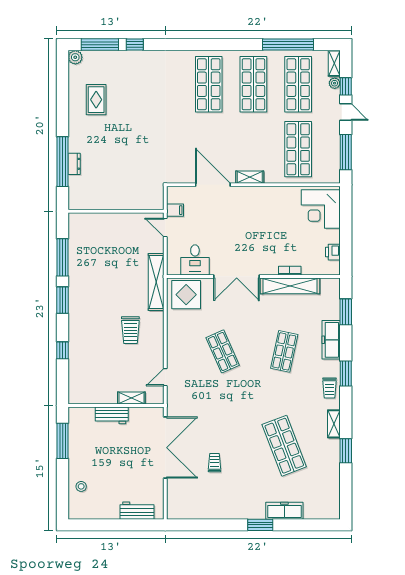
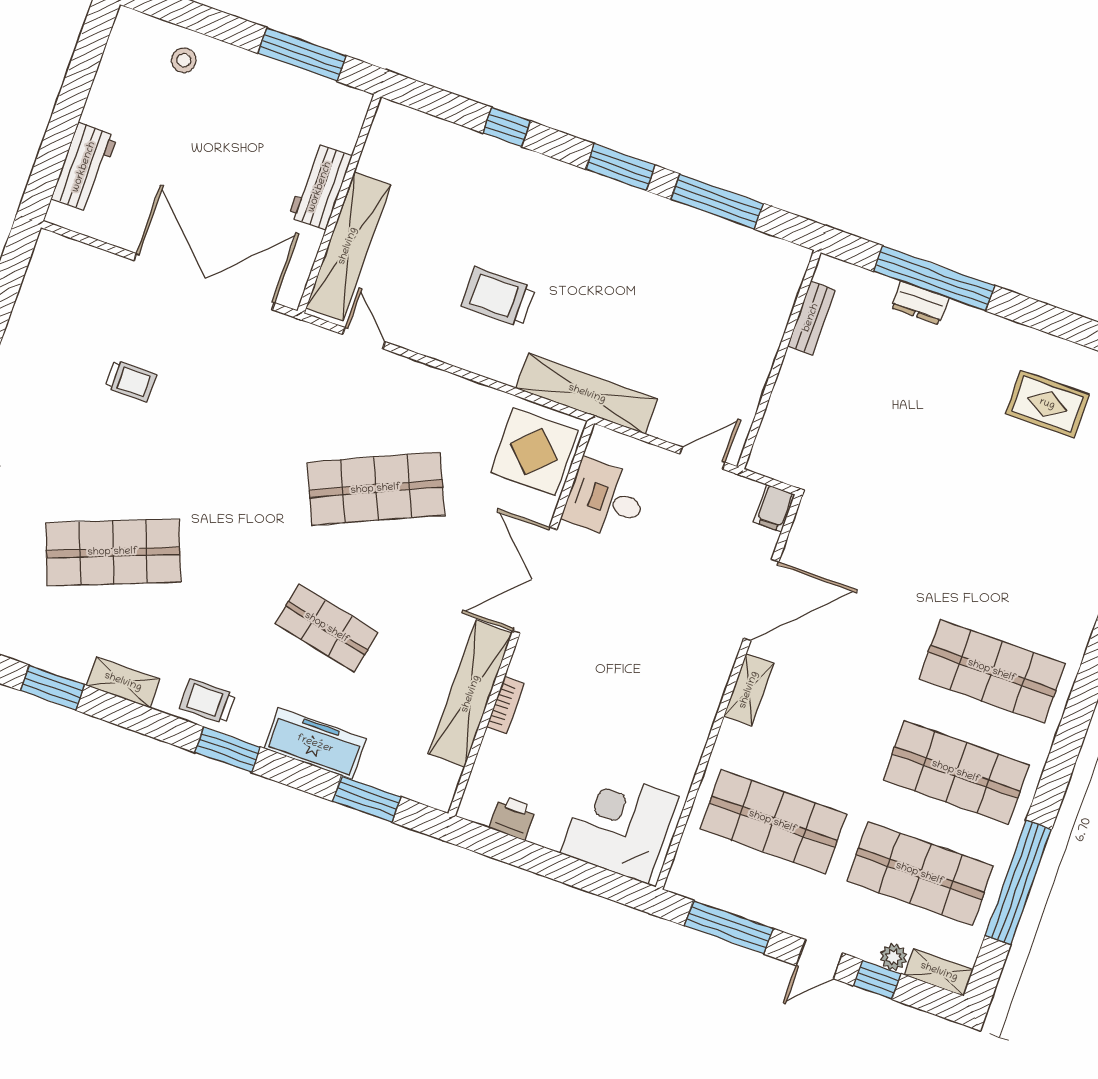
bench: (95, 204) -> (811, 318), added
filing cabinet: (175, 210) -> (774, 508), moved
shop shelf: (223, 351) -> (376, 489), width x1.43, depth x1.36
shelving: (131, 398) -> (348, 246), width x2.20, depth x1.33
double door: (165, 448) -> (204, 282), swing flipped

